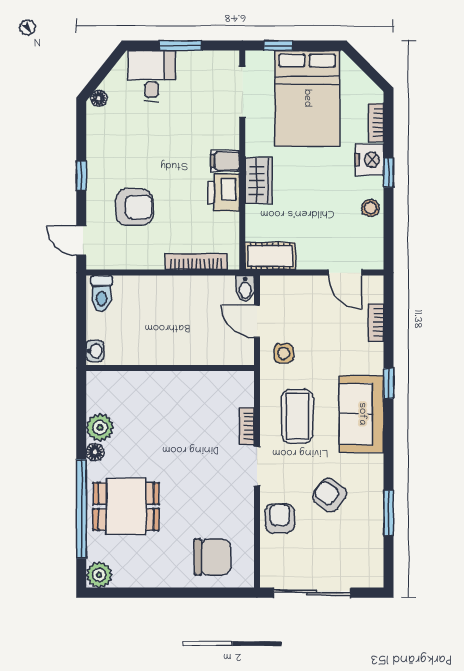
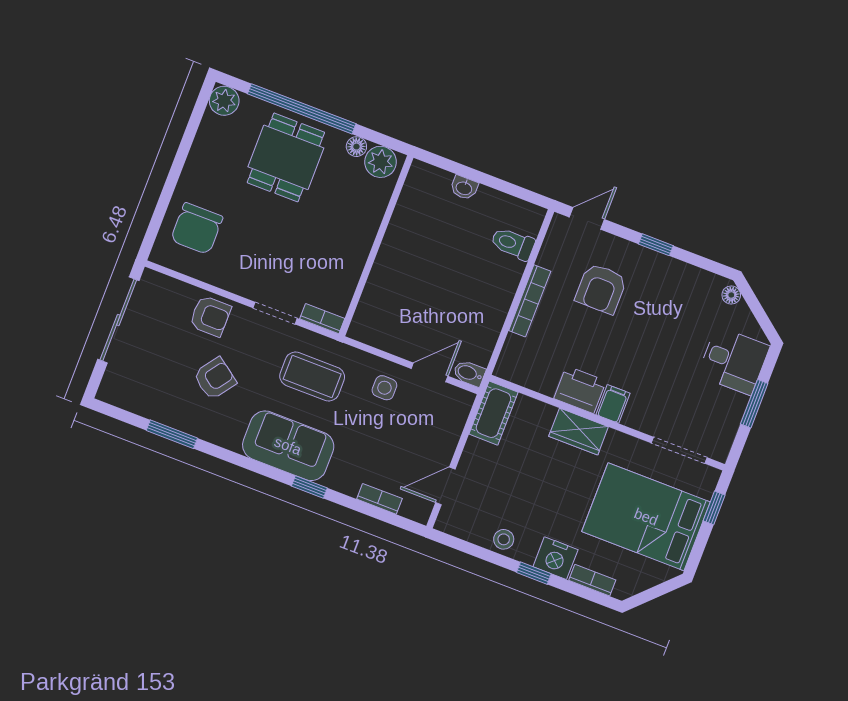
bookcase: (196, 262) -> (530, 301), moved
toilet: (102, 293) -> (513, 244), moved
wall: (170, 368) -> (376, 246), moved

